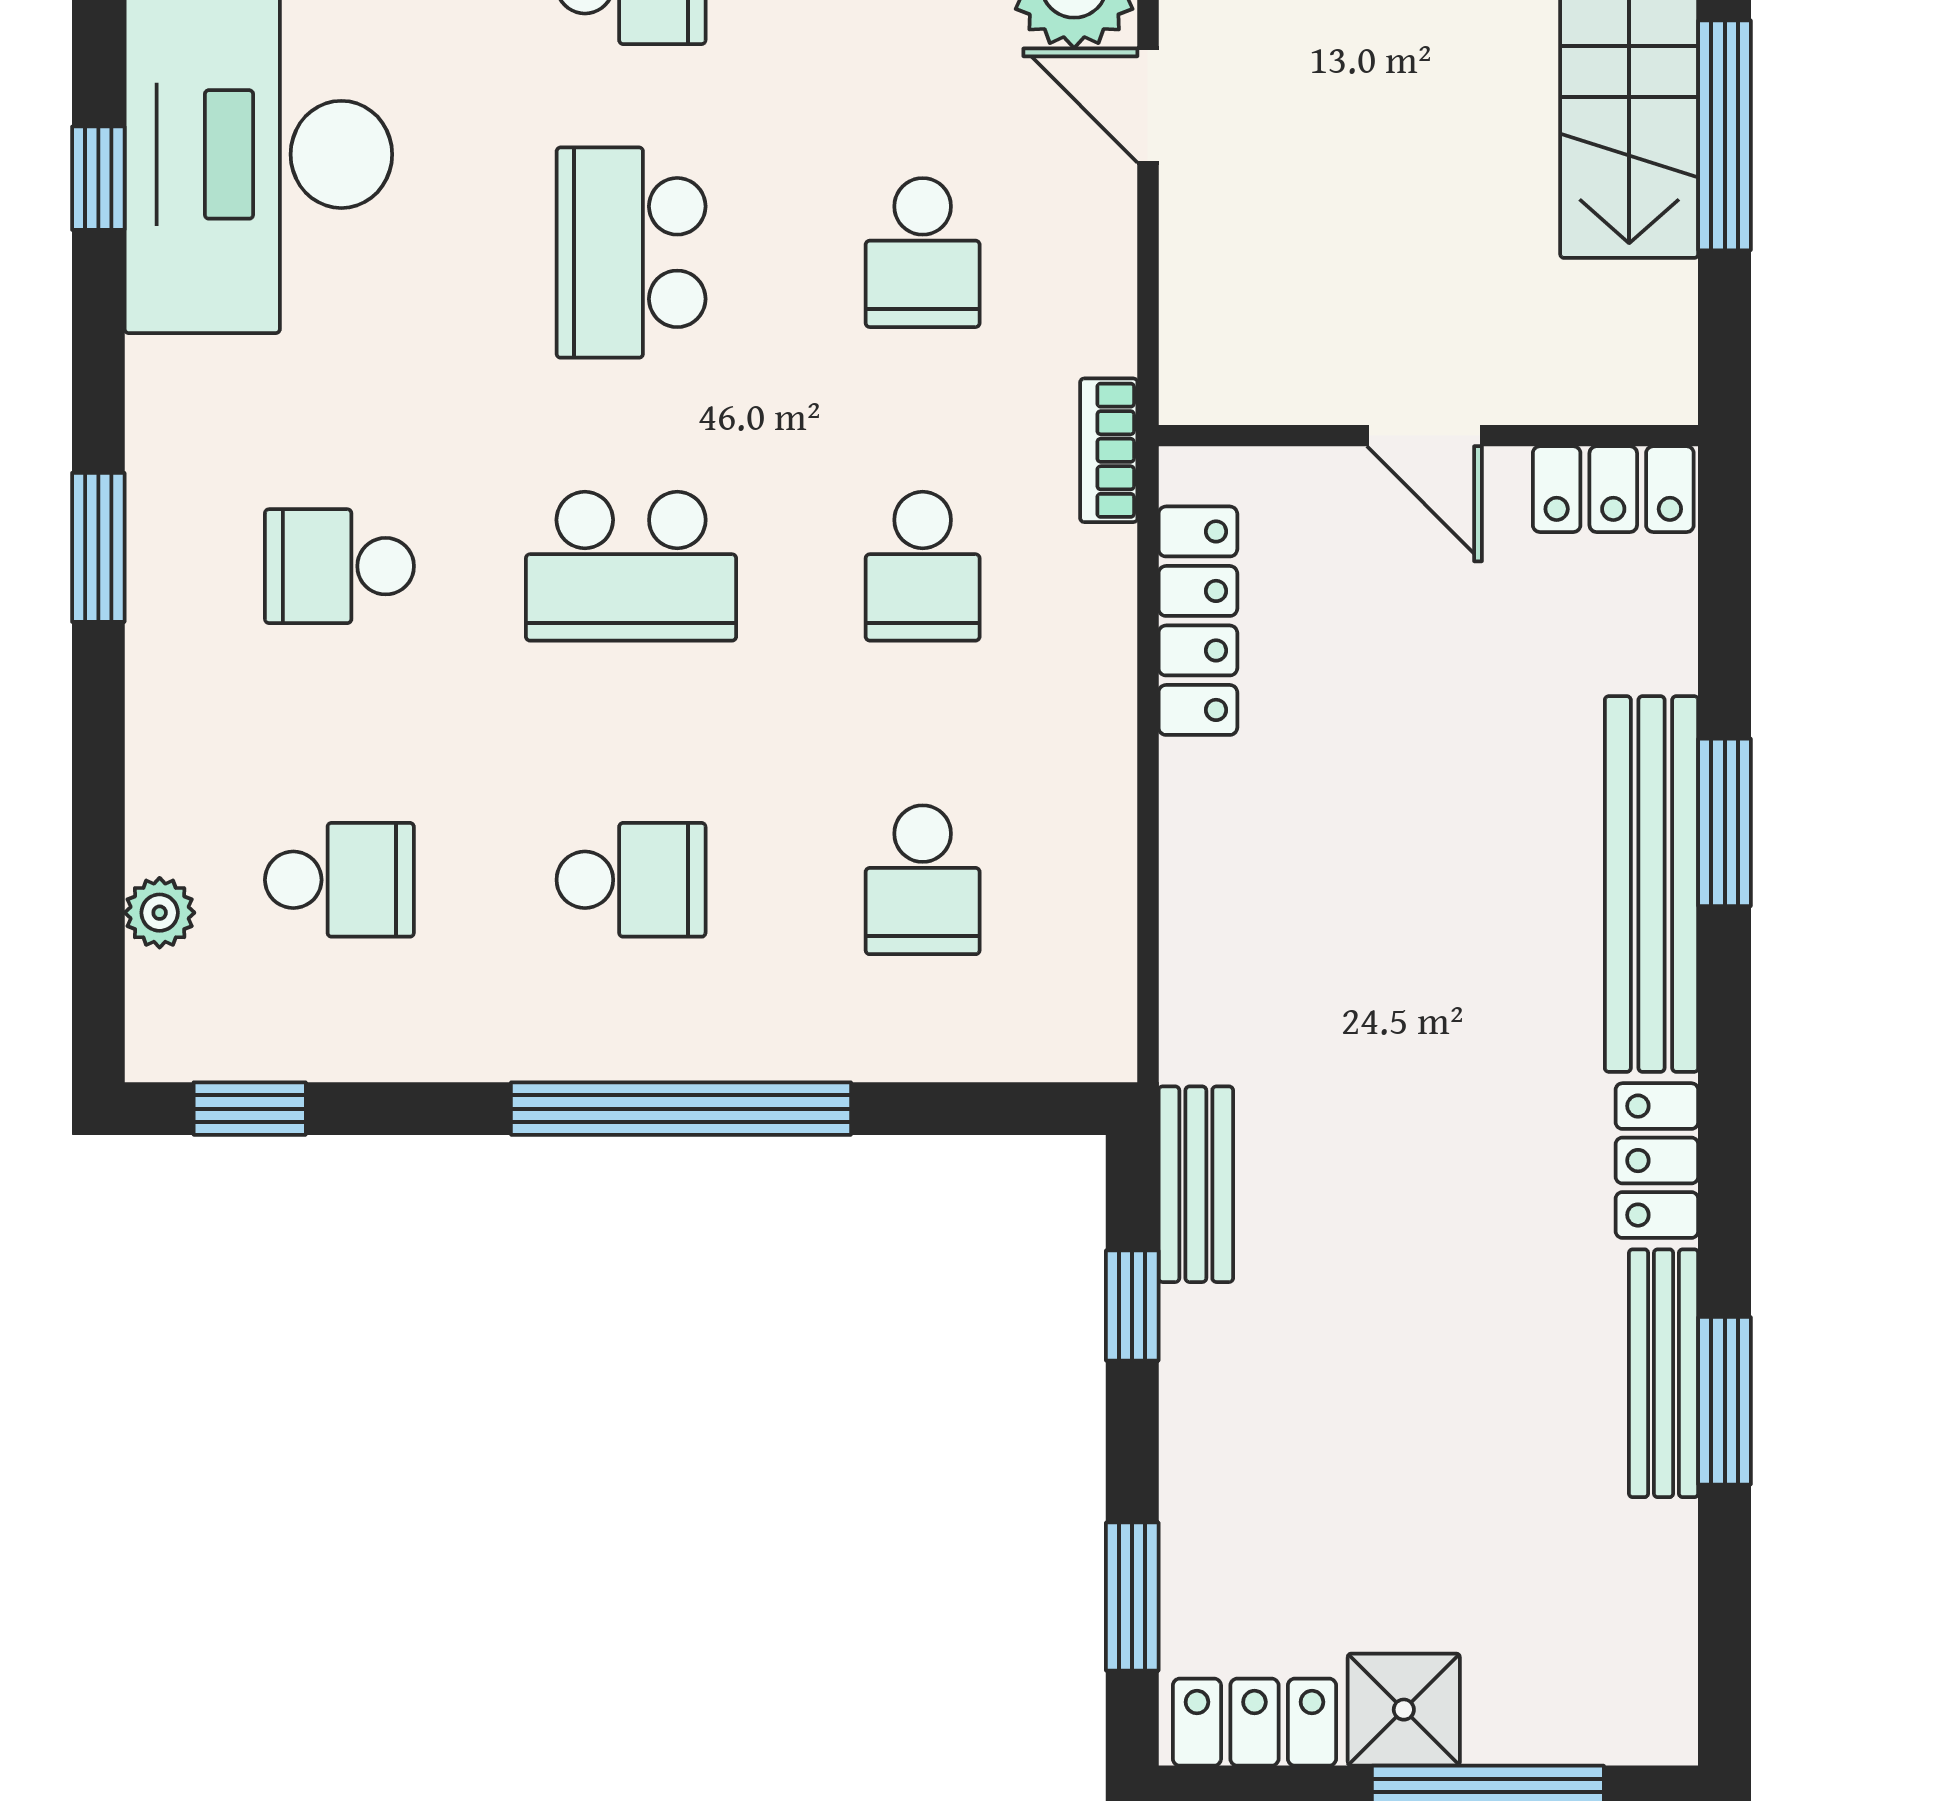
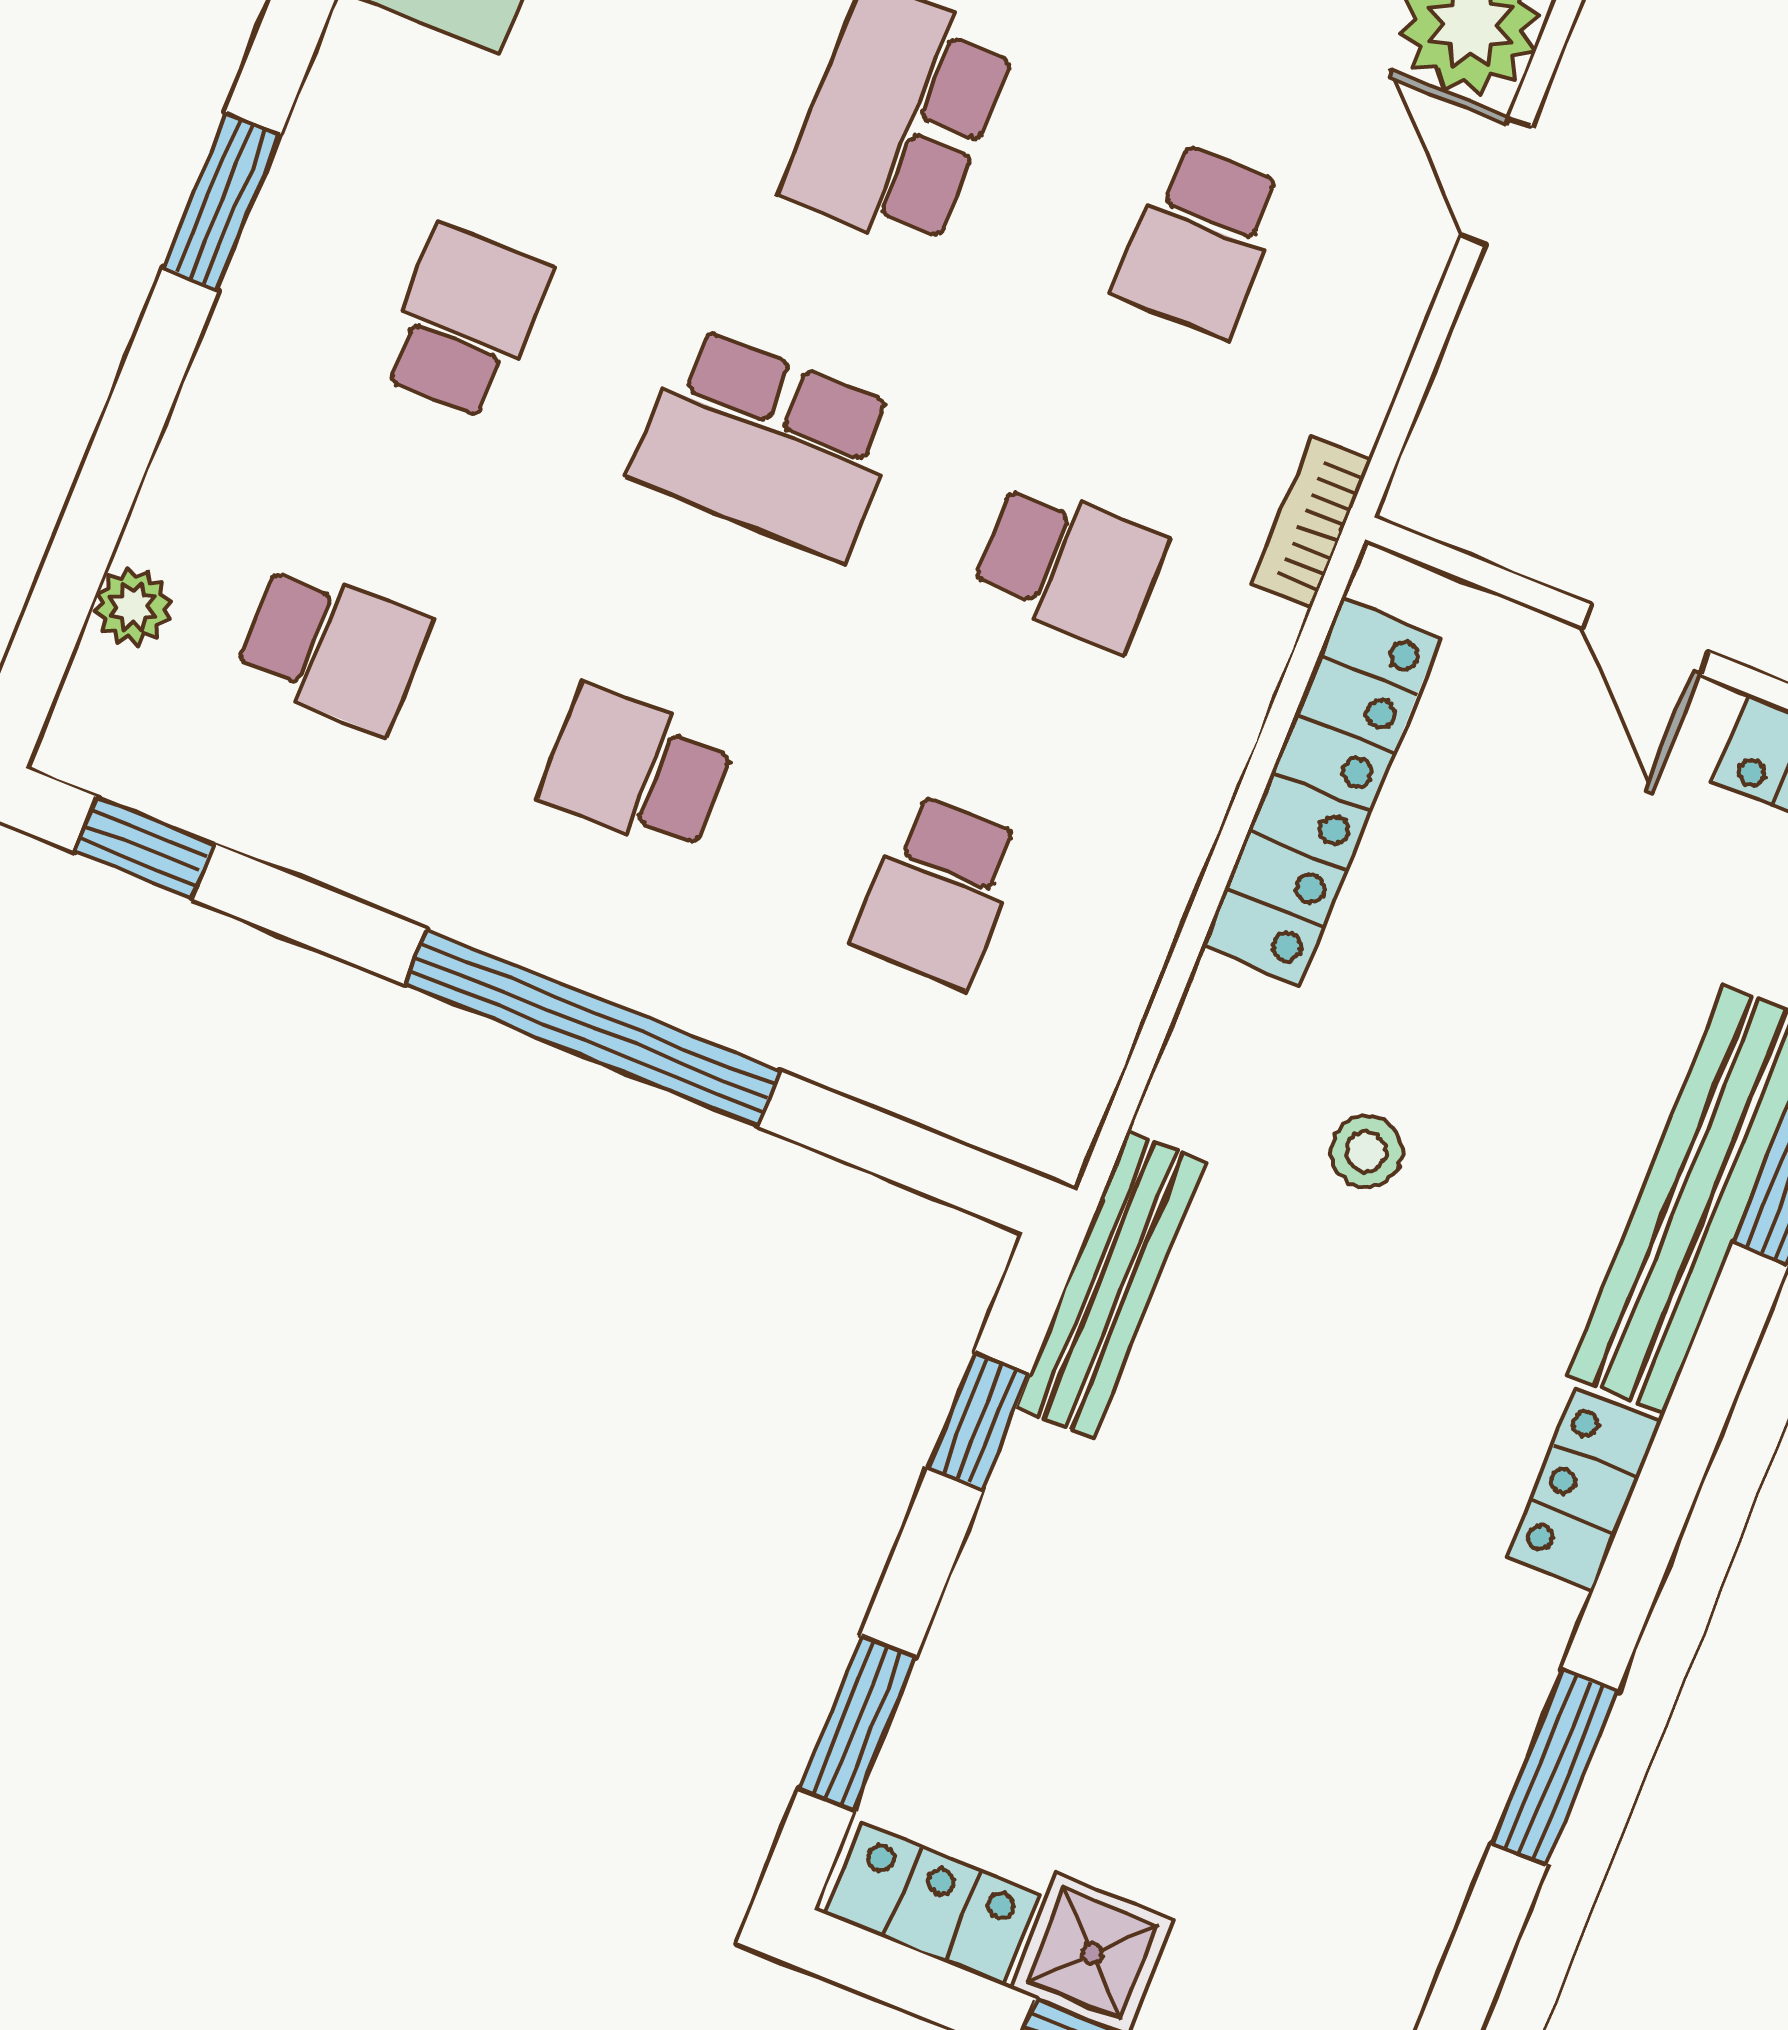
school desk: (339, 566) -> (464, 322), turned 90
school desk: (923, 566) -> (1070, 565), turned -90
locker: (1198, 621) -> (1321, 791), width x1.41, depth x1.21
school desk: (631, 880) -> (636, 769), turned 180
stool: (1363, 953) -> (1366, 1151), added
bench: (1196, 1184) -> (1110, 1284), width x1.36
bench: (1664, 1373) -> (1502, 1713), removed

